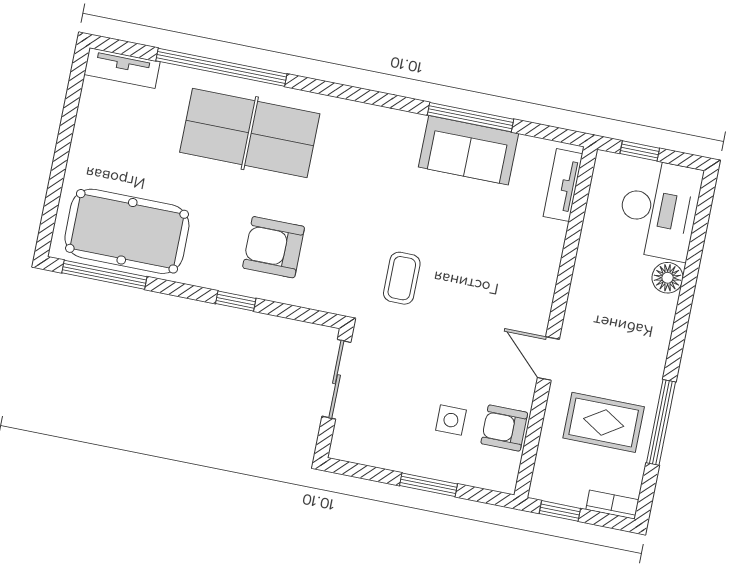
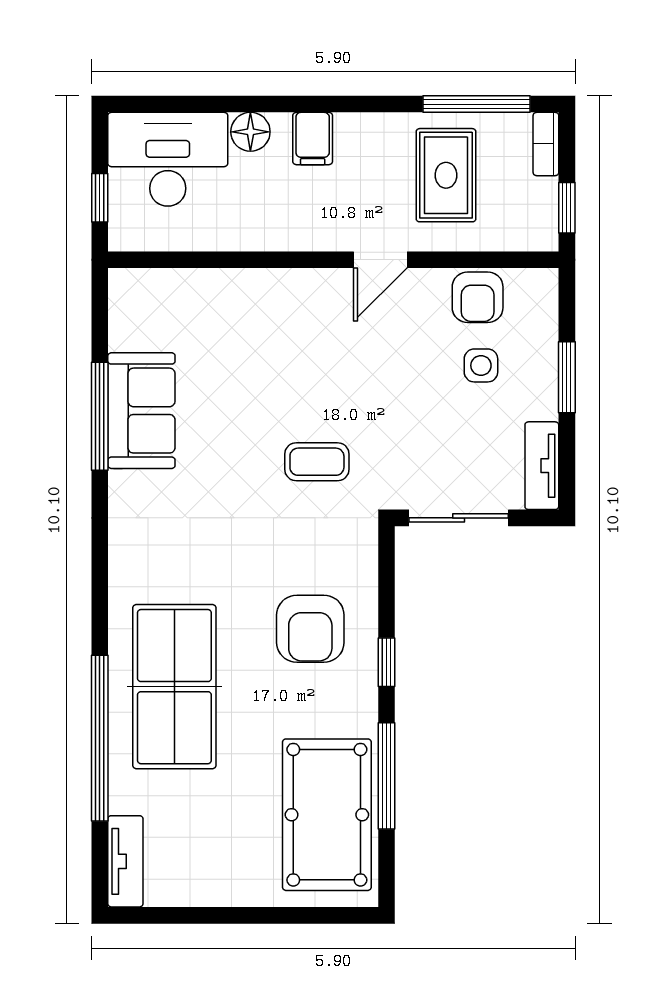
tv unit: (563, 185) -> (542, 466), moved, turned 90
window: (104, 275) -> (387, 776), moved
filing cabinet: (653, 325) -> (313, 138), added
window: (661, 422) -> (476, 104), moved

